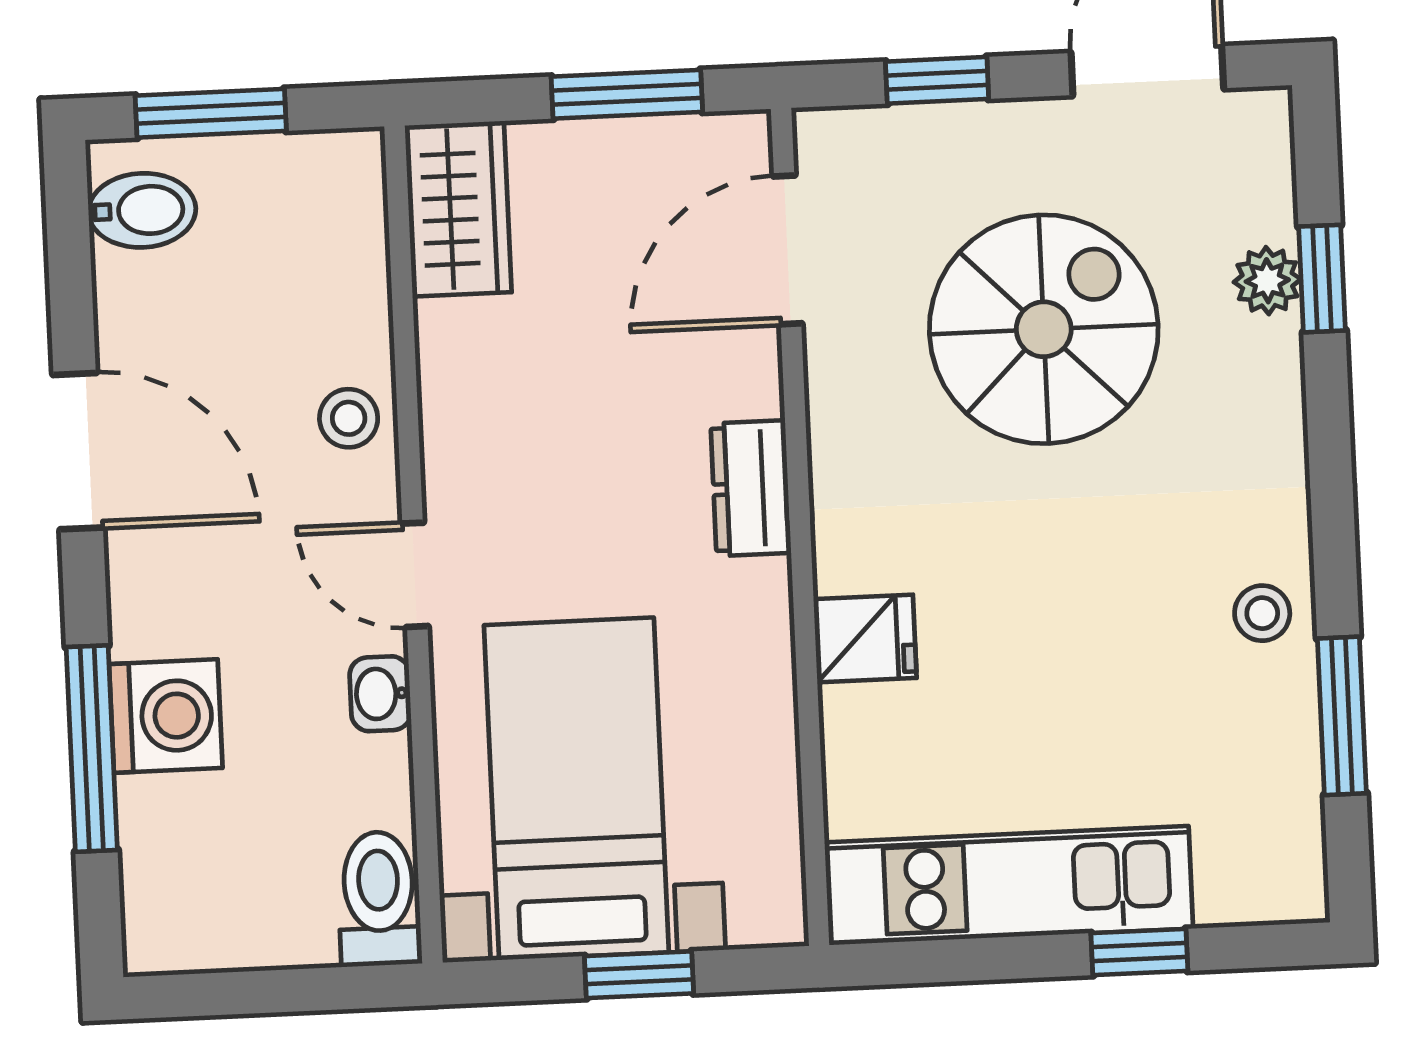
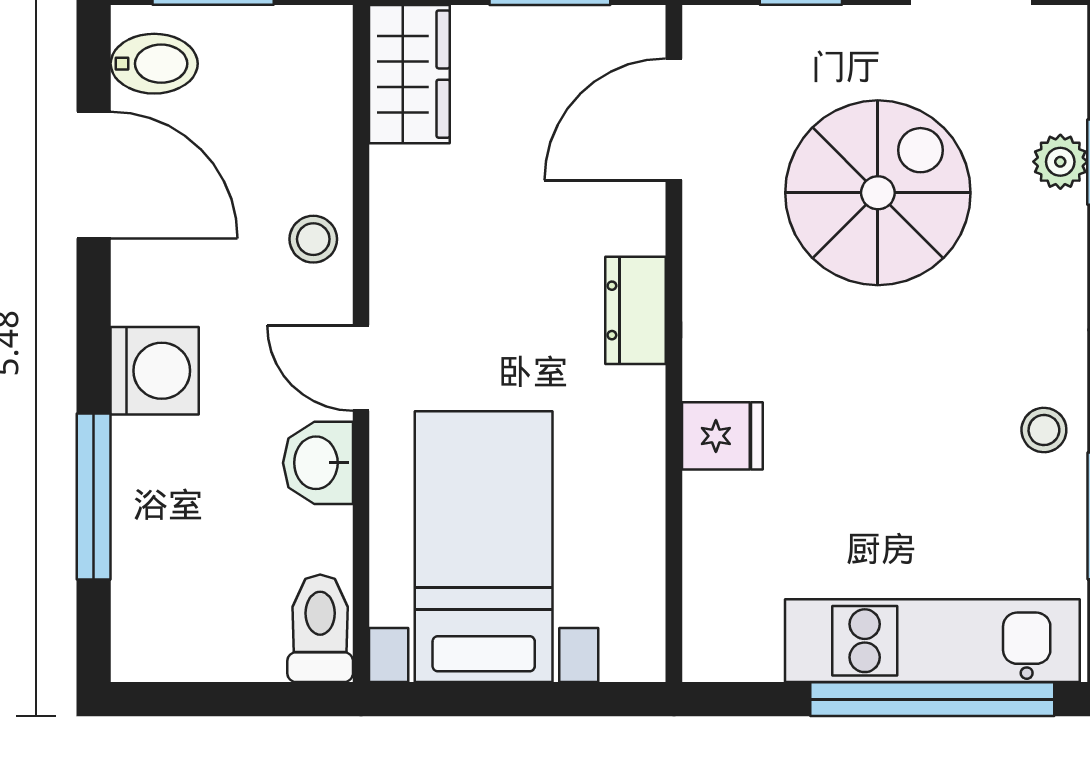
door: (78, 451) -> (94, 175), moved
washbasin: (380, 694) -> (318, 463), width x1.38, depth x1.45
washing machine: (166, 716) -> (155, 371), moved
kitchen unit: (1009, 886) -> (932, 641), moved
window: (1139, 952) -> (932, 699), width x3.17
window: (639, 975) -> (527, 699), removed

